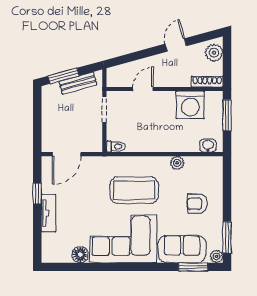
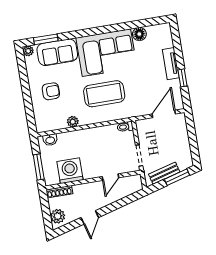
window: (227, 237) -> (22, 68), removed

